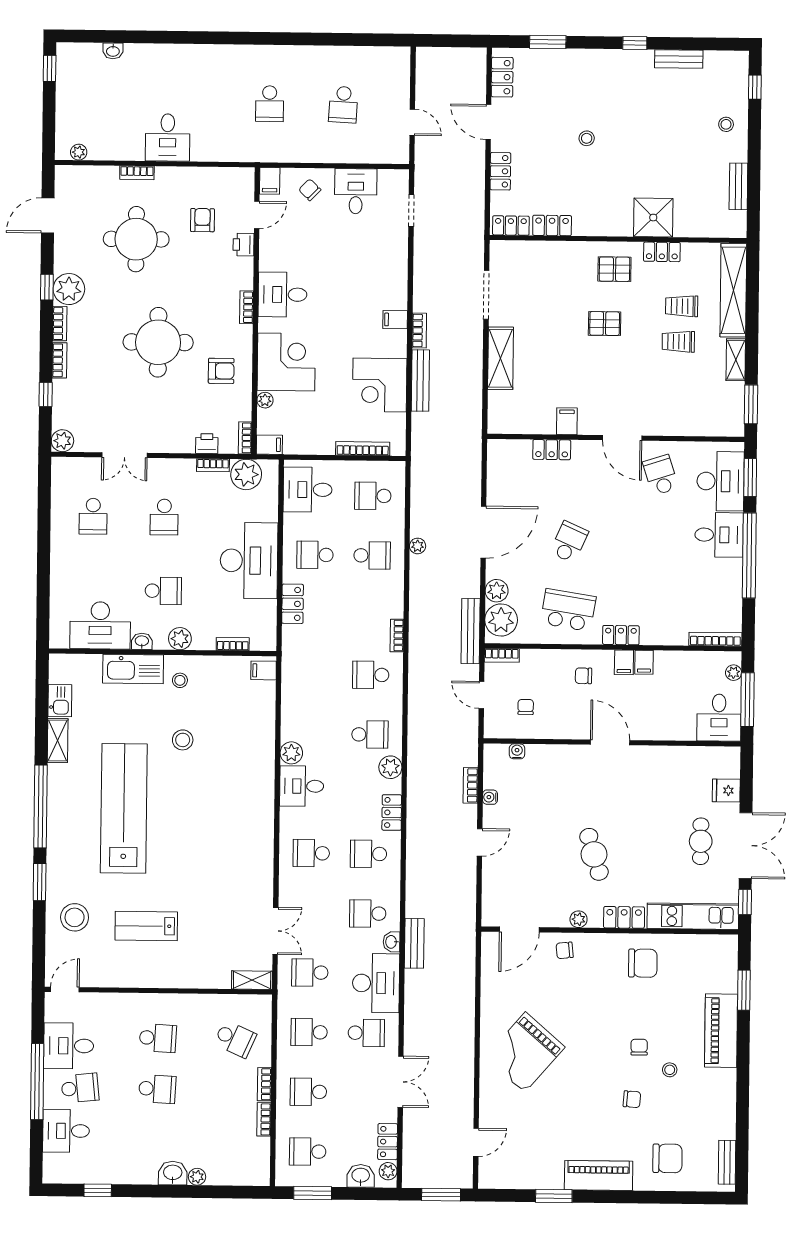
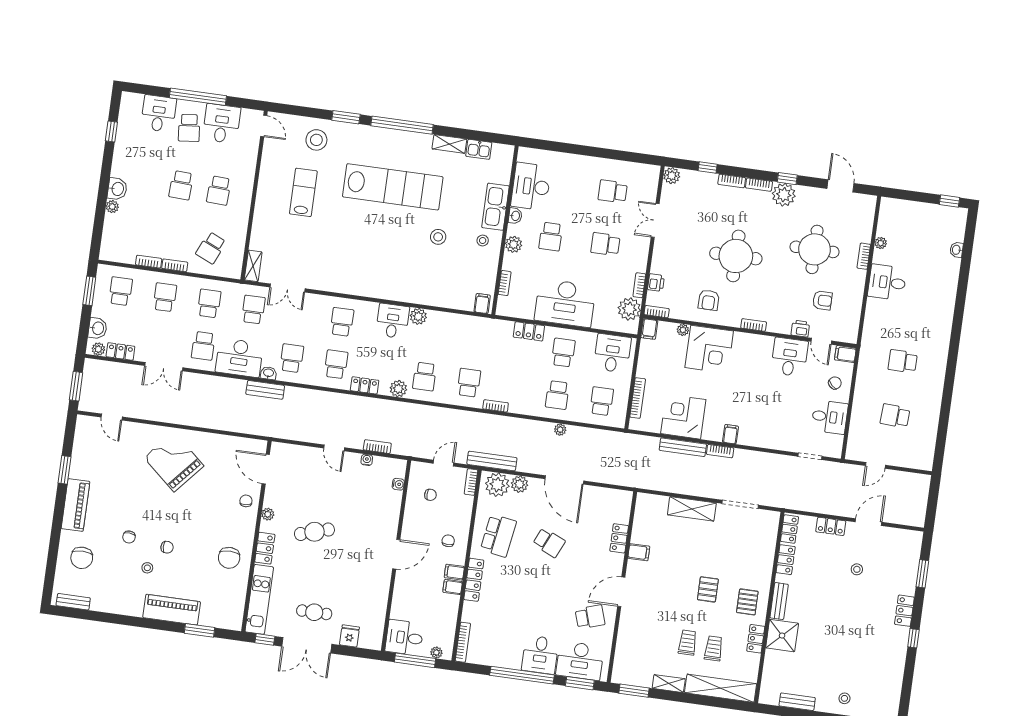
bench: (679, 59) -> (779, 601), moved
locker: (502, 77) -> (904, 611), moved, turned 90
stool: (587, 138) -> (857, 569), moved
plant: (79, 152) -> (881, 243), moved
desk: (283, 295) -> (789, 357), moved
locker: (621, 635) -> (474, 580), width x1.53

